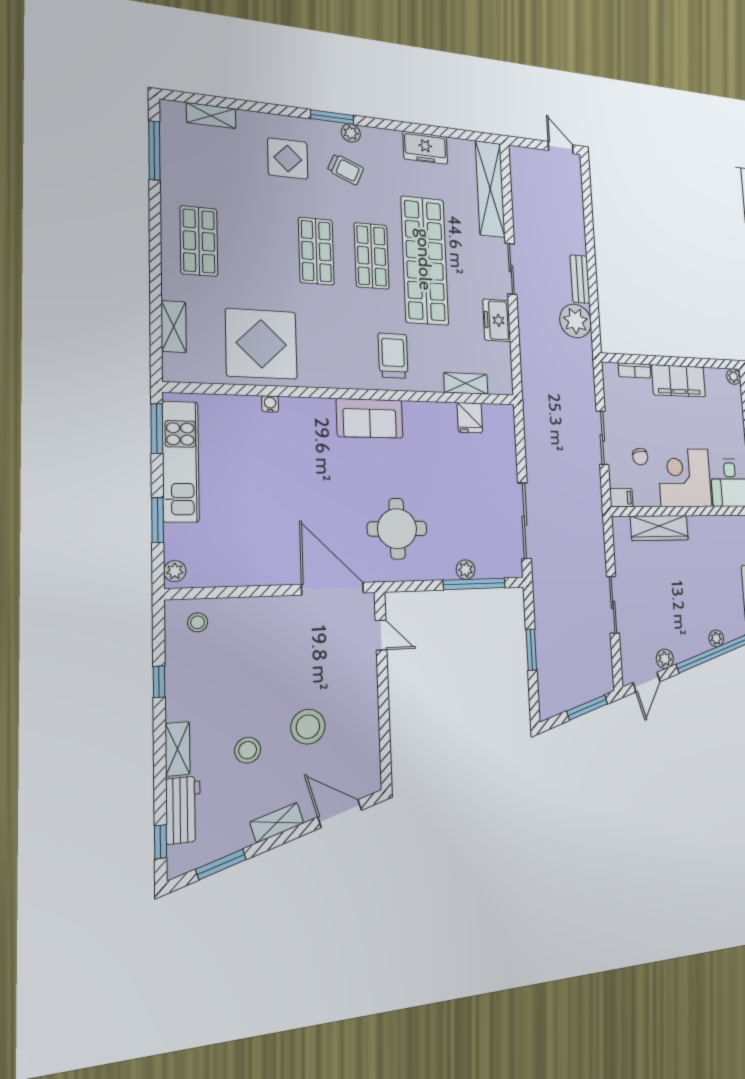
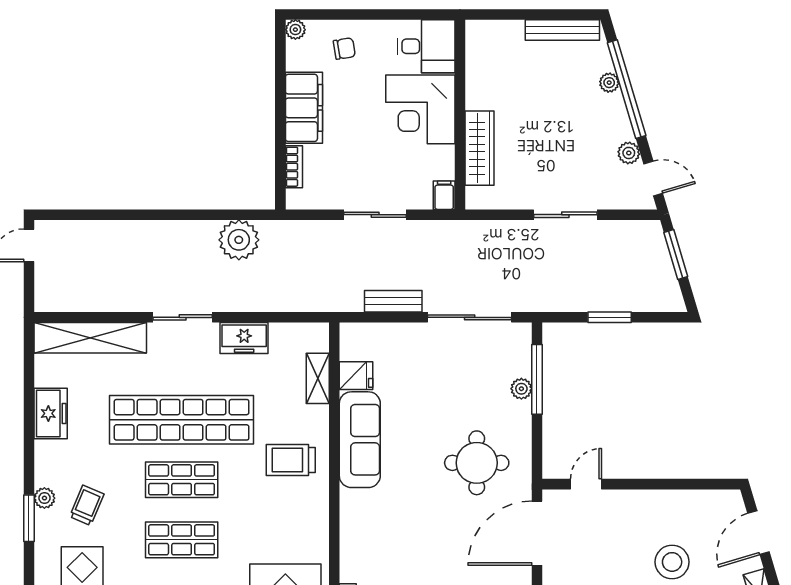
bench: (580, 279) -> (393, 301), moved
sofa: (370, 418) -> (360, 440), moved, width x1.36
chair: (640, 457) -> (344, 49), moved

